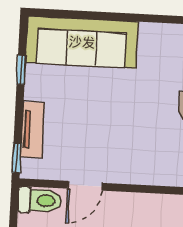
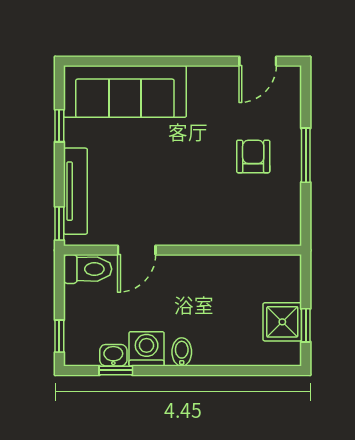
tv unit: (33, 130) -> (75, 191), width x1.41

